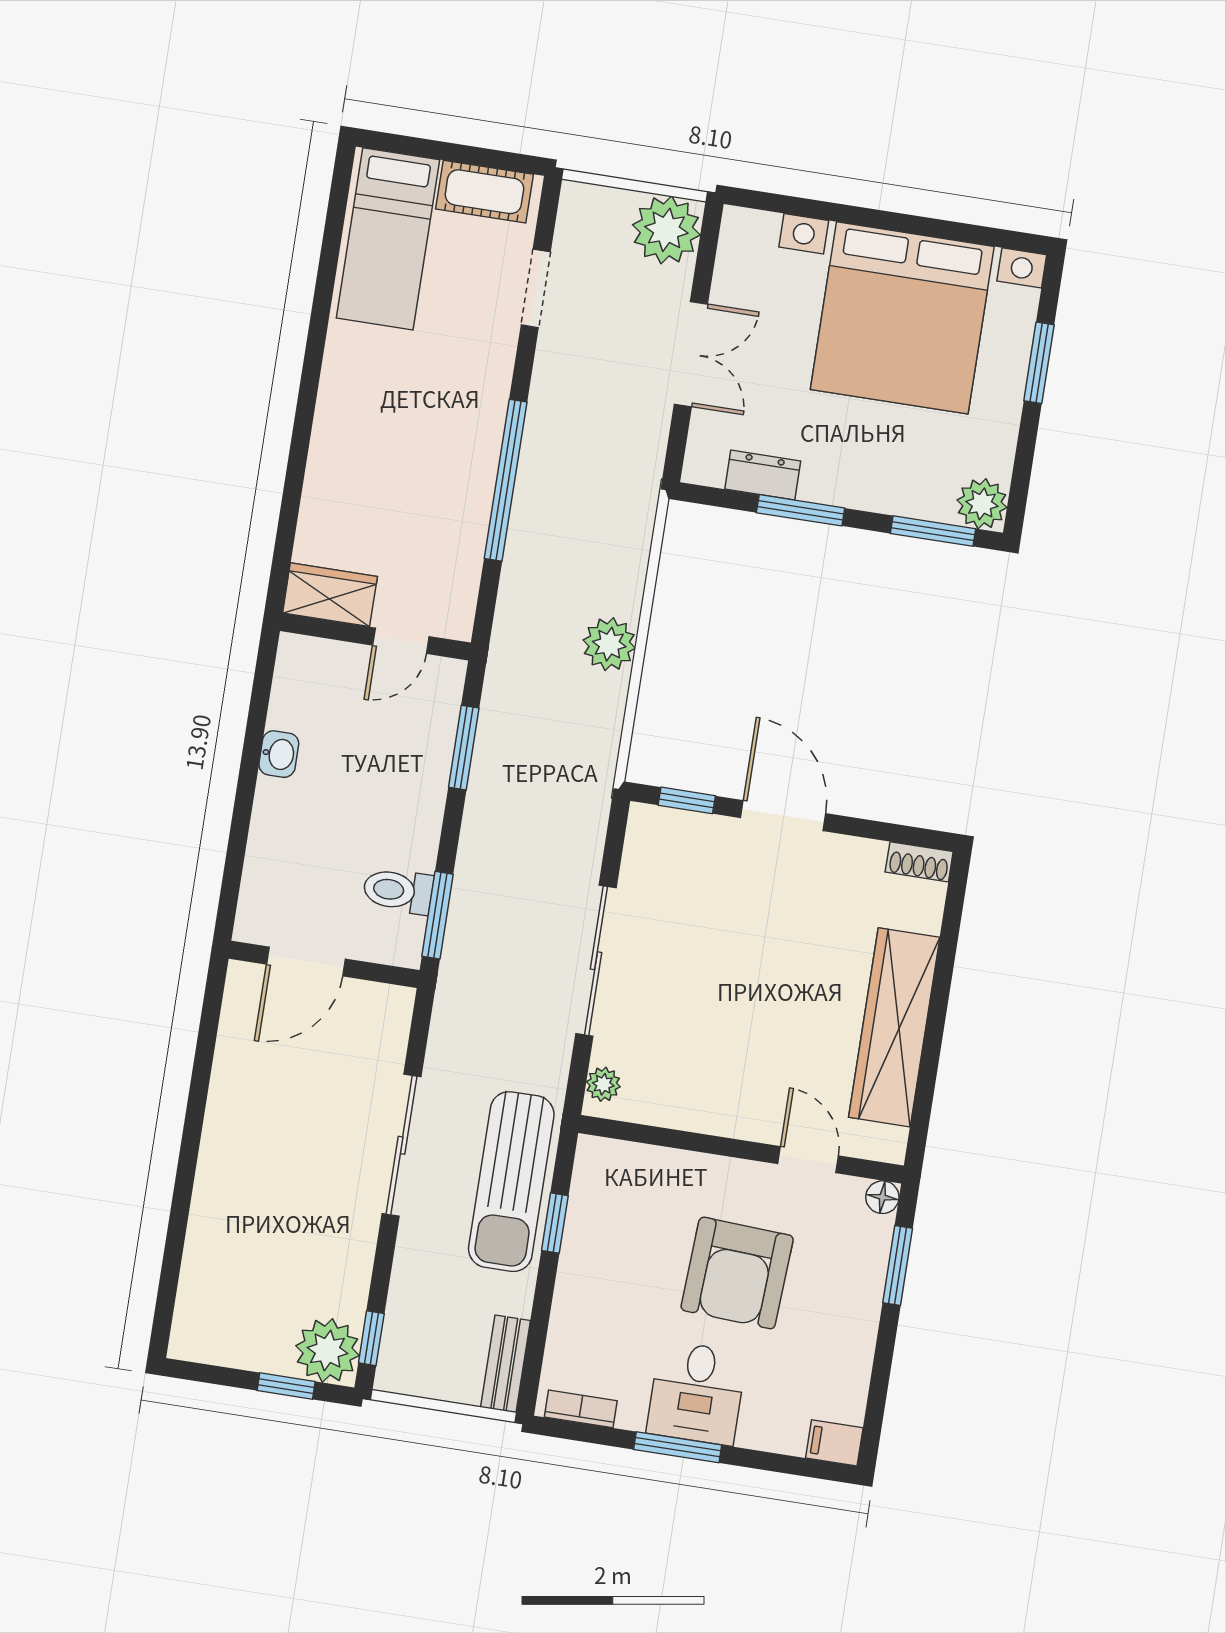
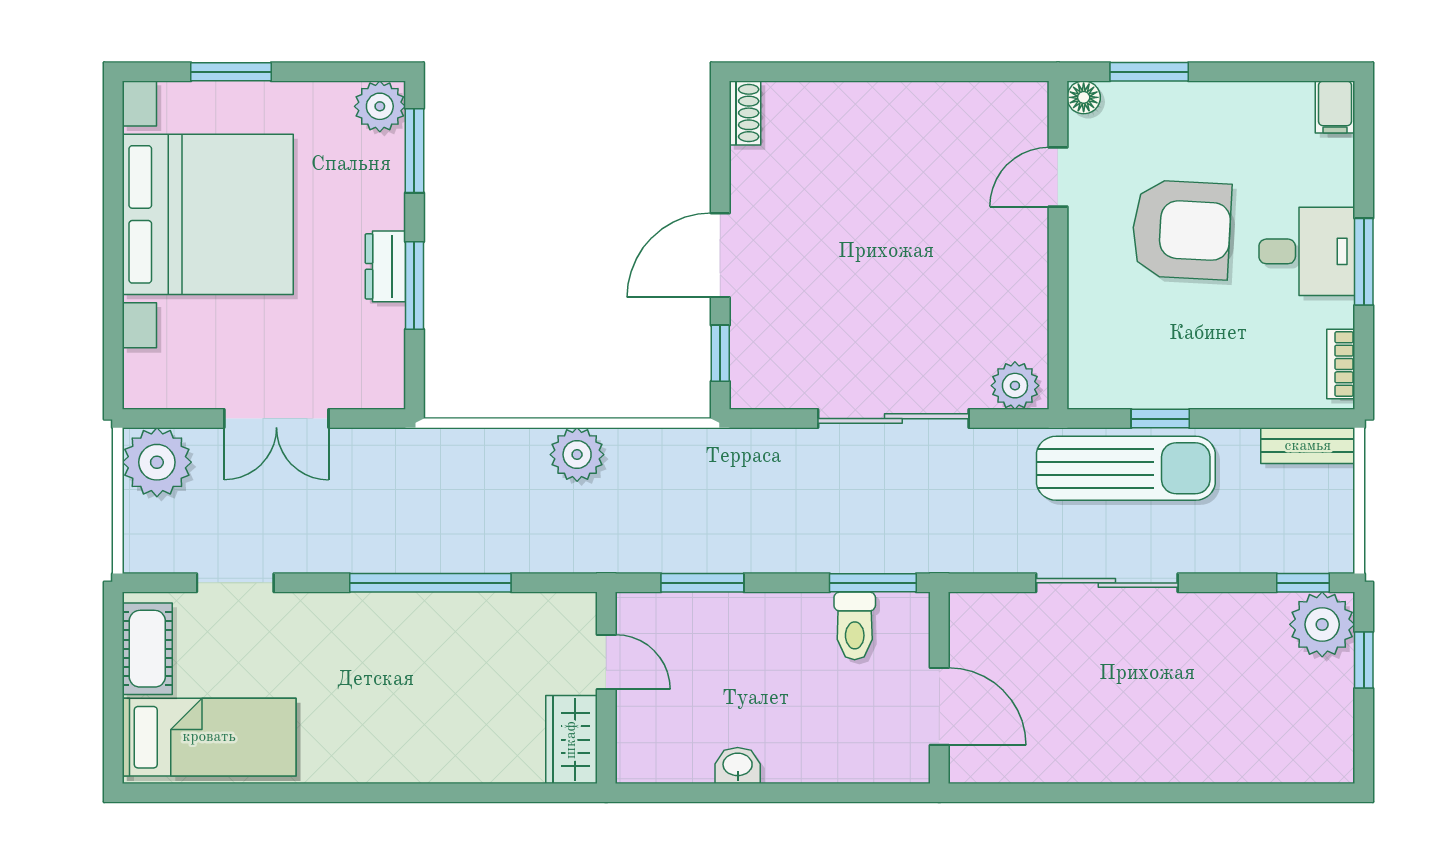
double door: (691, 354) -> (276, 419), swing flipped
dresser: (763, 475) -> (385, 266), moved
wardrobe: (894, 1027) -> (913, 112), removed
plant: (603, 1084) -> (1015, 386), width x1.38, depth x1.38

